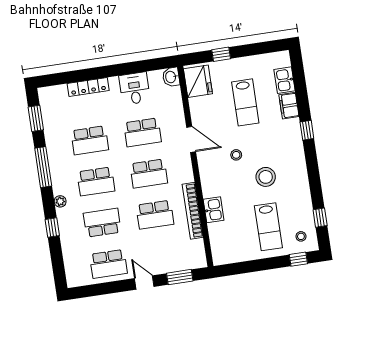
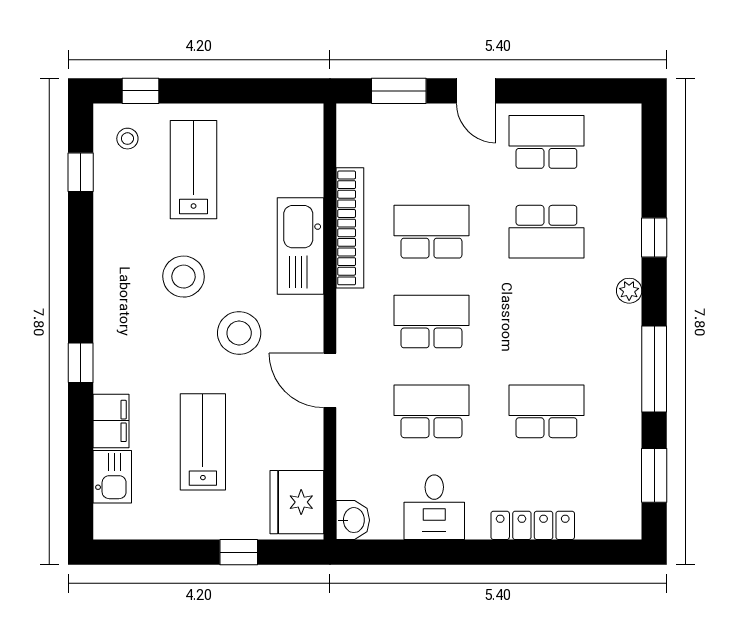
stool: (236, 155) -> (239, 333), width x1.89, depth x1.89
school desk: (96, 181) -> (546, 322), removed
kitchen sink: (214, 210) -> (301, 246), width x1.88, depth x1.24

